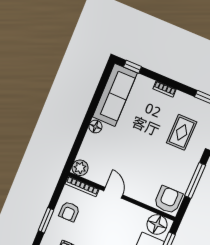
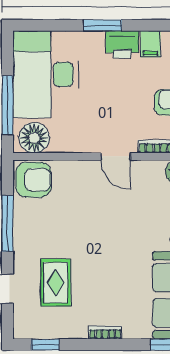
armchair: (168, 200) -> (33, 180), turned -90

